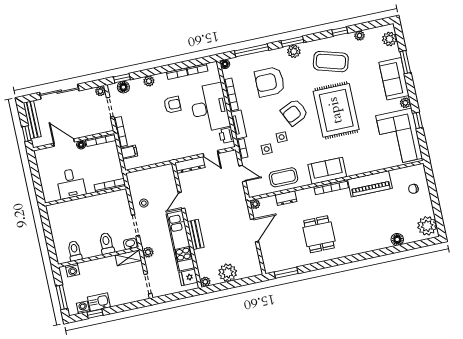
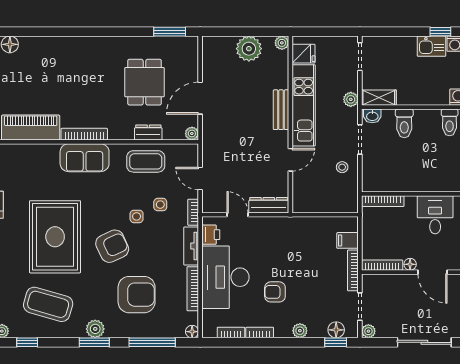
dining table: (319, 234) -> (144, 82), moved

